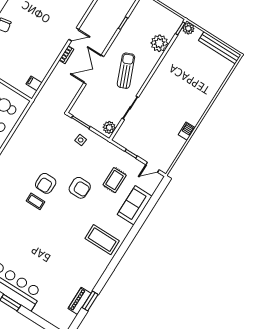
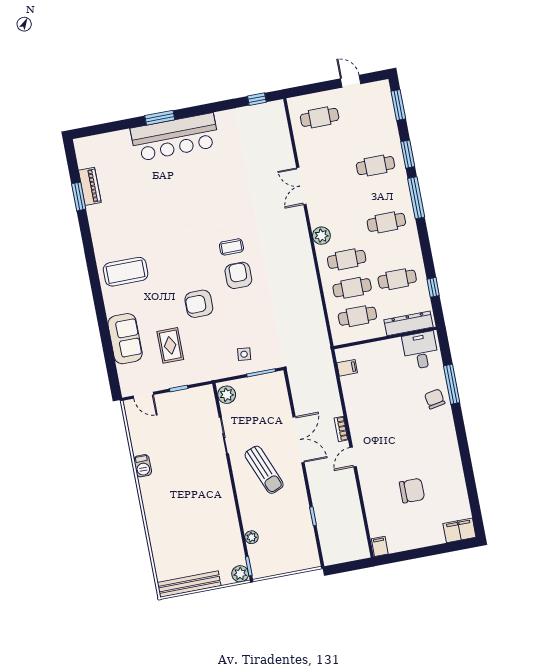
plant: (159, 43) -> (251, 537), width x0.53, depth x0.53
door: (152, 167) -> (143, 395), swing flipped

